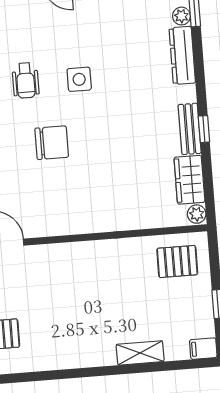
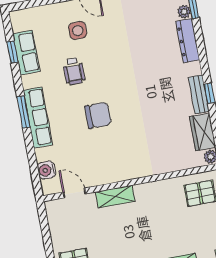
side table: (79, 79) -> (78, 30), moved
shelving: (63, 254) -> (115, 197), added

